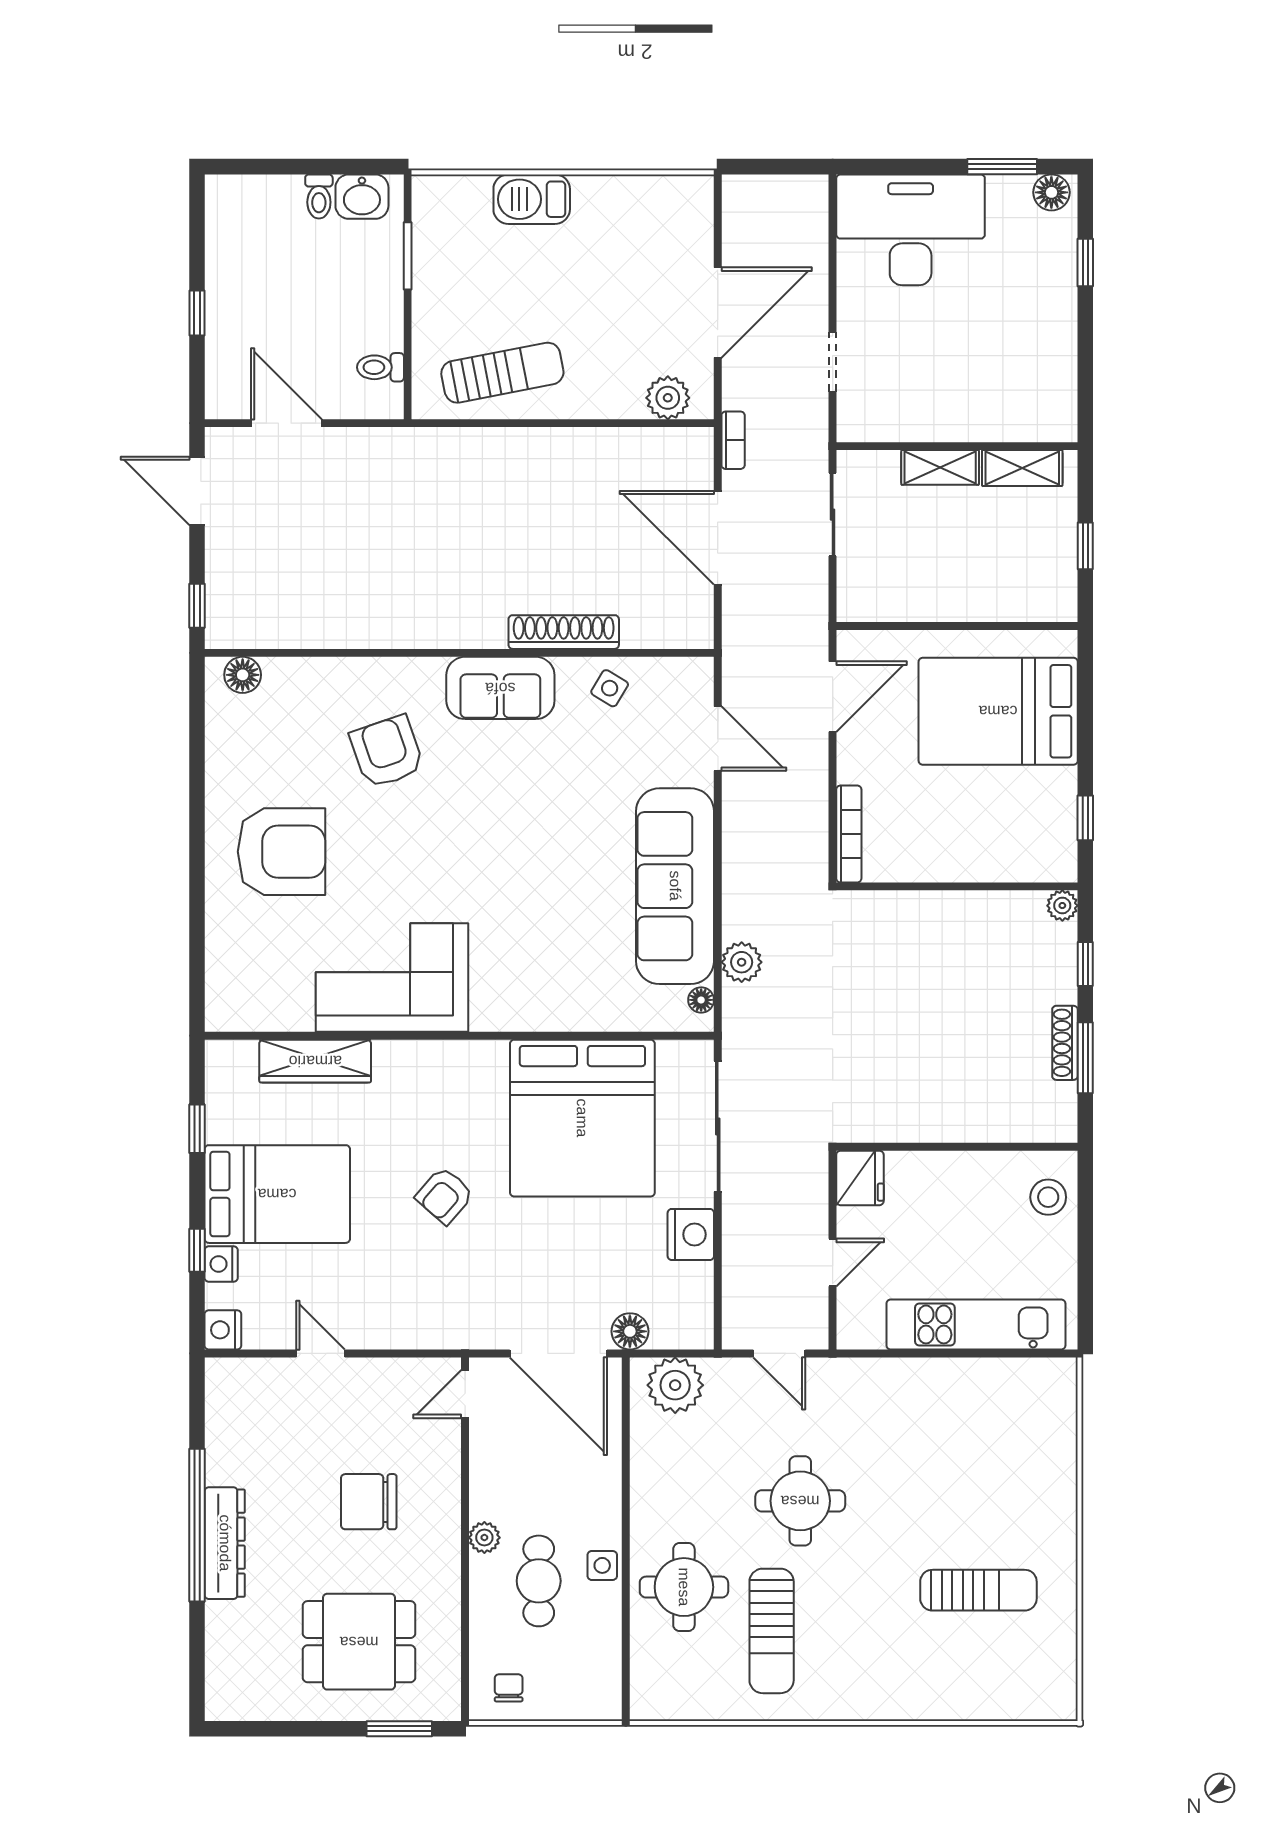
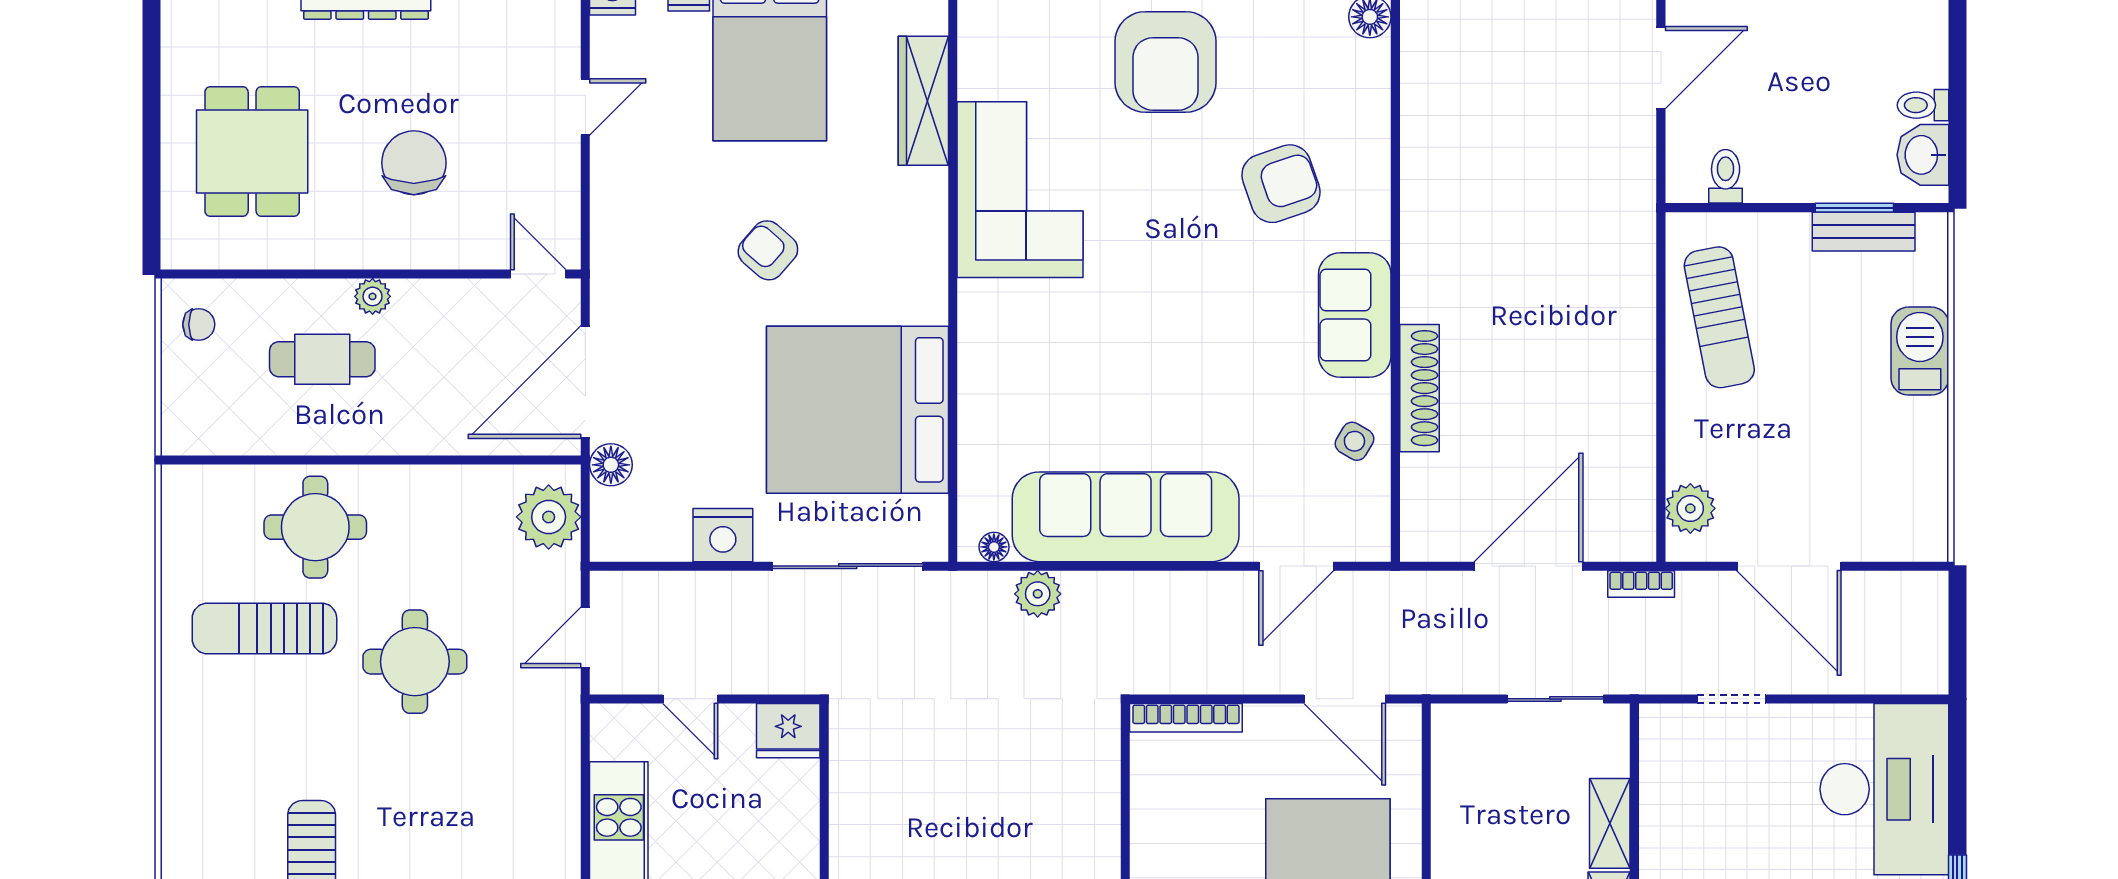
bench: (428, 248) -> (1864, 232), added
side table: (602, 1565) -> (340, 433), removed
window: (399, 1729) -> (151, 198), removed

